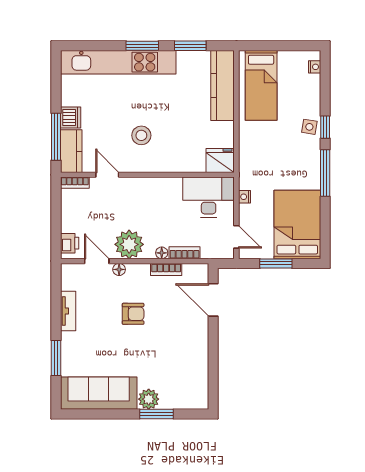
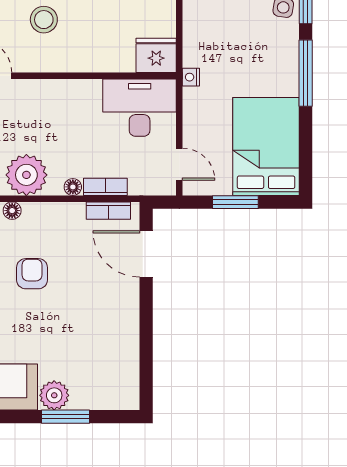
nightstand: (245, 197) -> (191, 77), moved
bookcase: (166, 269) -> (108, 211), moved
armchair: (133, 314) -> (32, 274), turned -90

